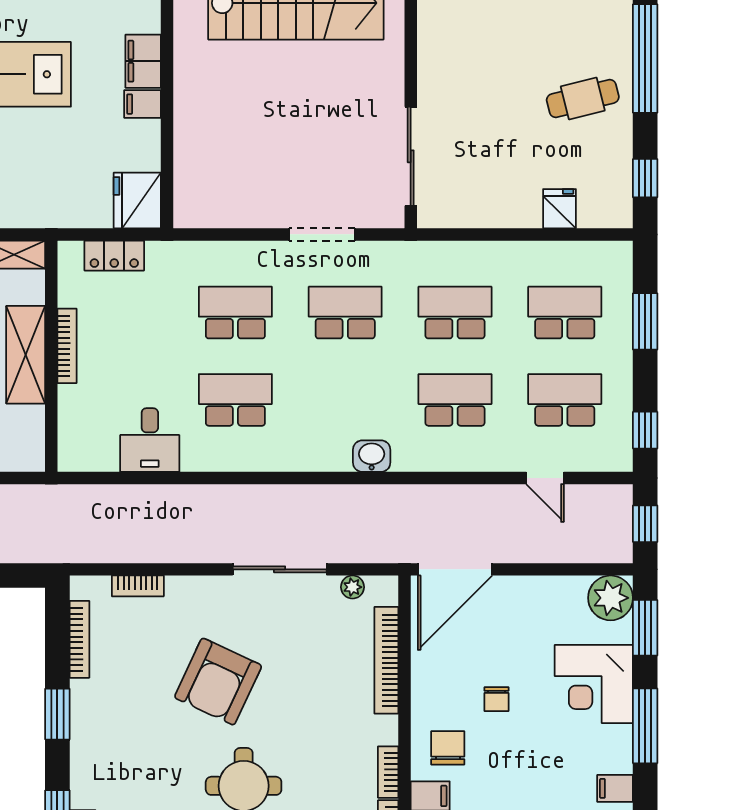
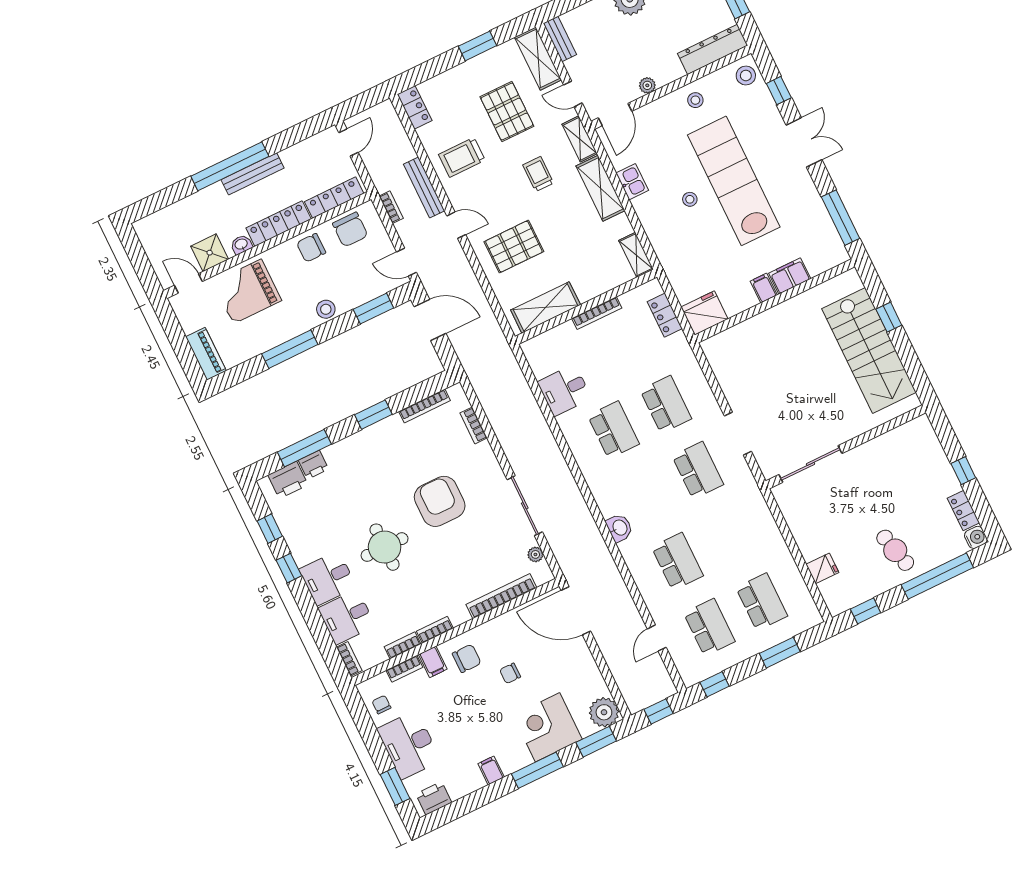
school desk: (455, 313) -> (730, 536), removed
shelving: (26, 355) -> (546, 307), moved
armchair: (218, 682) -> (440, 501), turned 65

